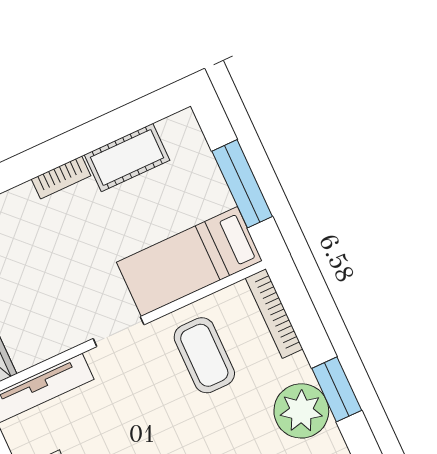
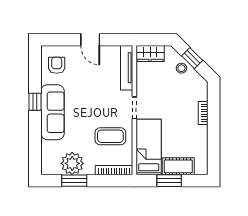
cot: (127, 158) -> (178, 166), moved, turned 90
window: (242, 184) -> (169, 181), width x0.69

